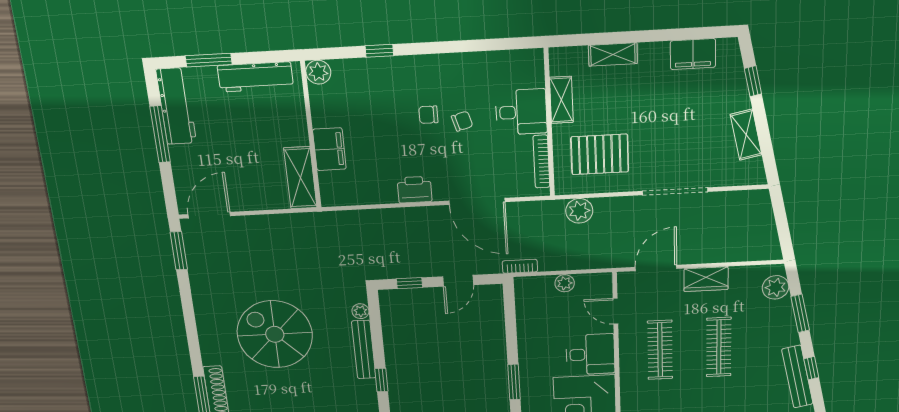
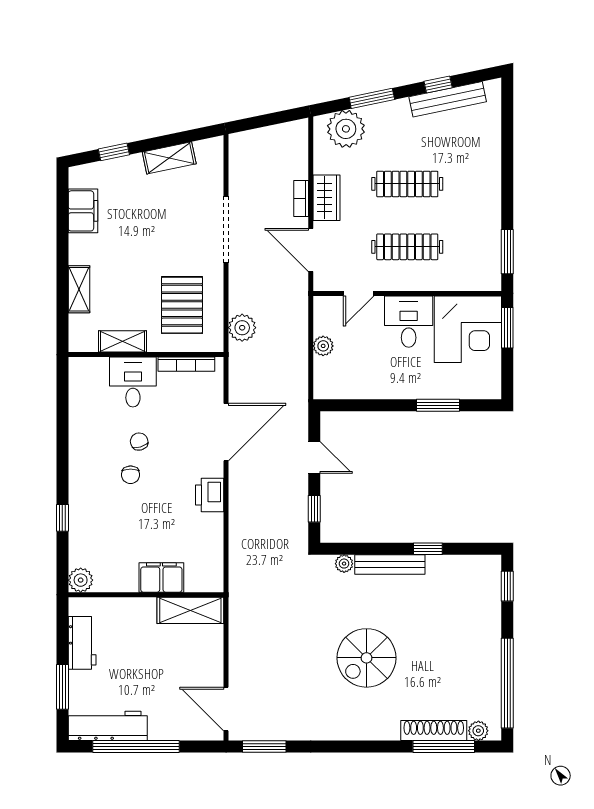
workbench: (255, 77) -> (82, 643), width x0.73
window: (160, 134) -> (136, 746), width x1.46
bookcase: (520, 266) -> (301, 198), moved
plant: (775, 287) -> (346, 129), width x1.36, depth x1.36
spiral stairs: (275, 334) -> (366, 658), width x0.73, depth x0.73

